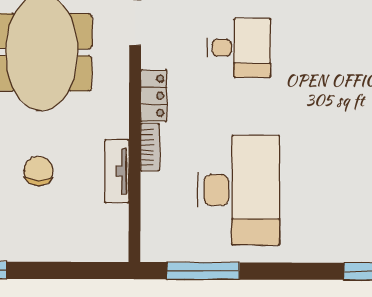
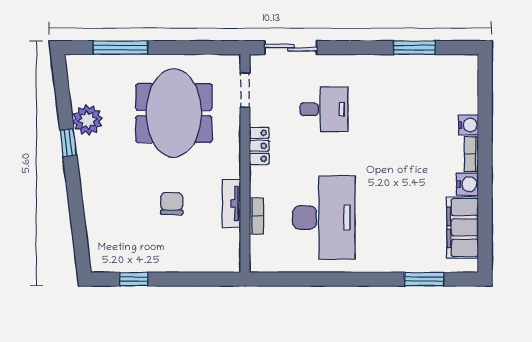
bookcase: (150, 147) -> (256, 216), moved
window: (203, 271) -> (297, 279), removed

